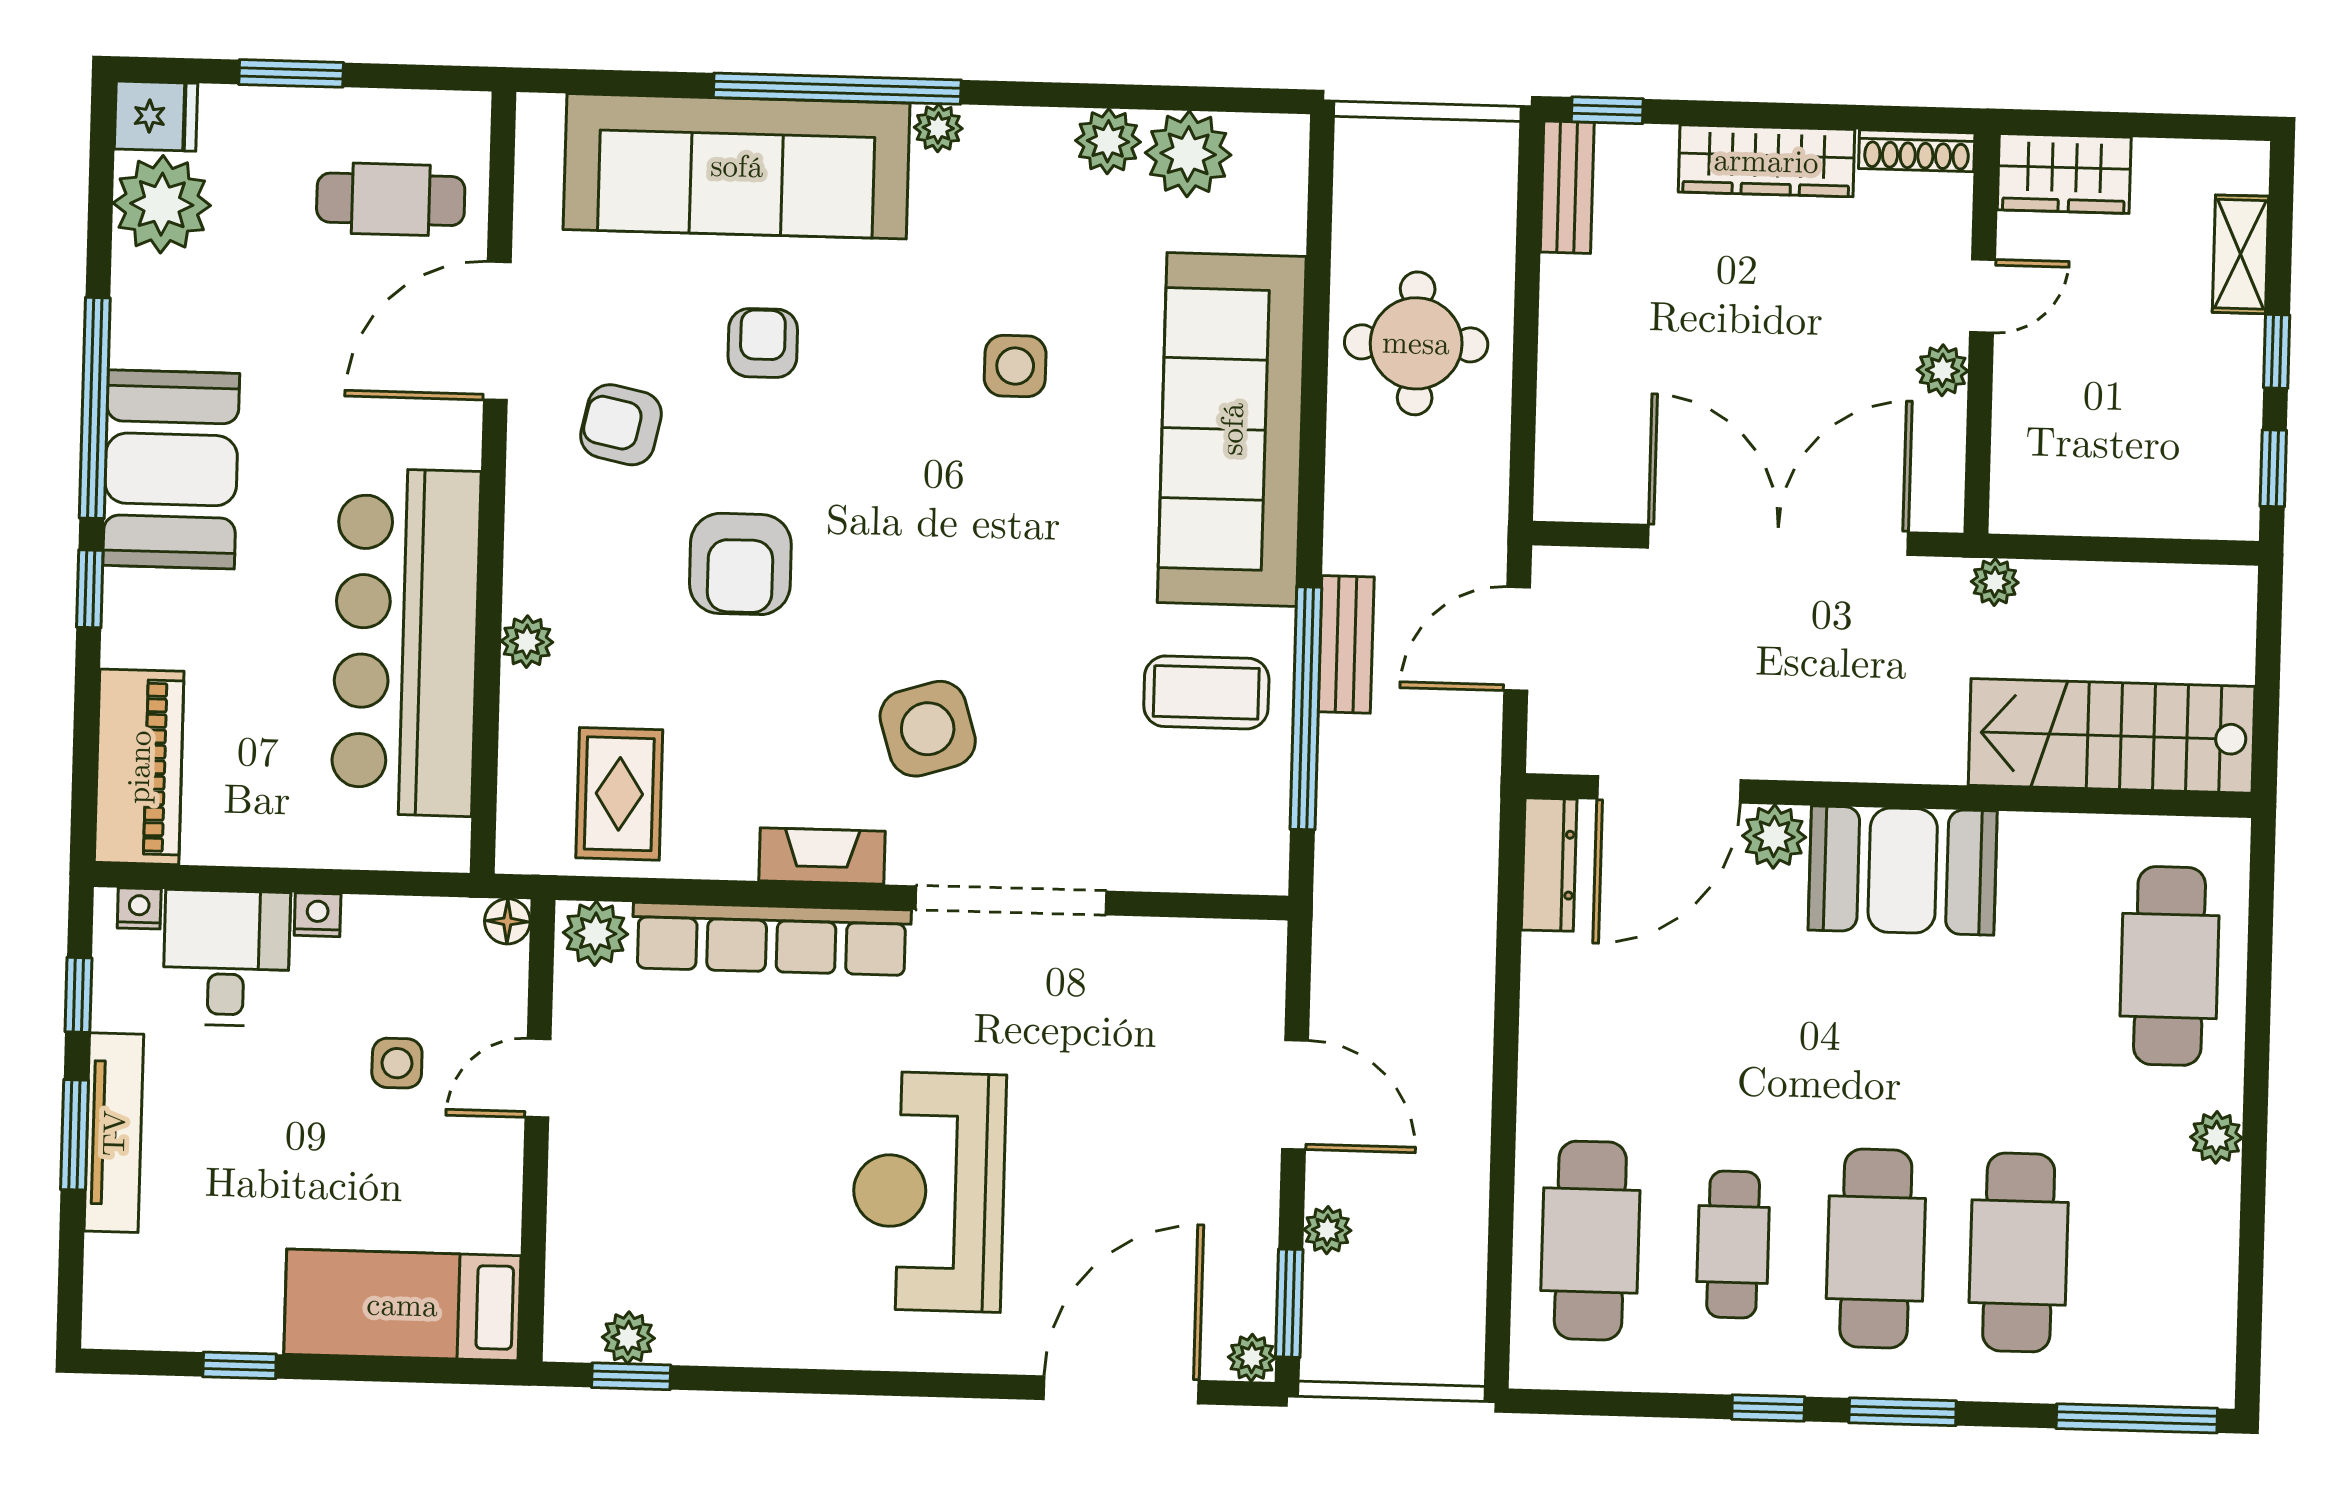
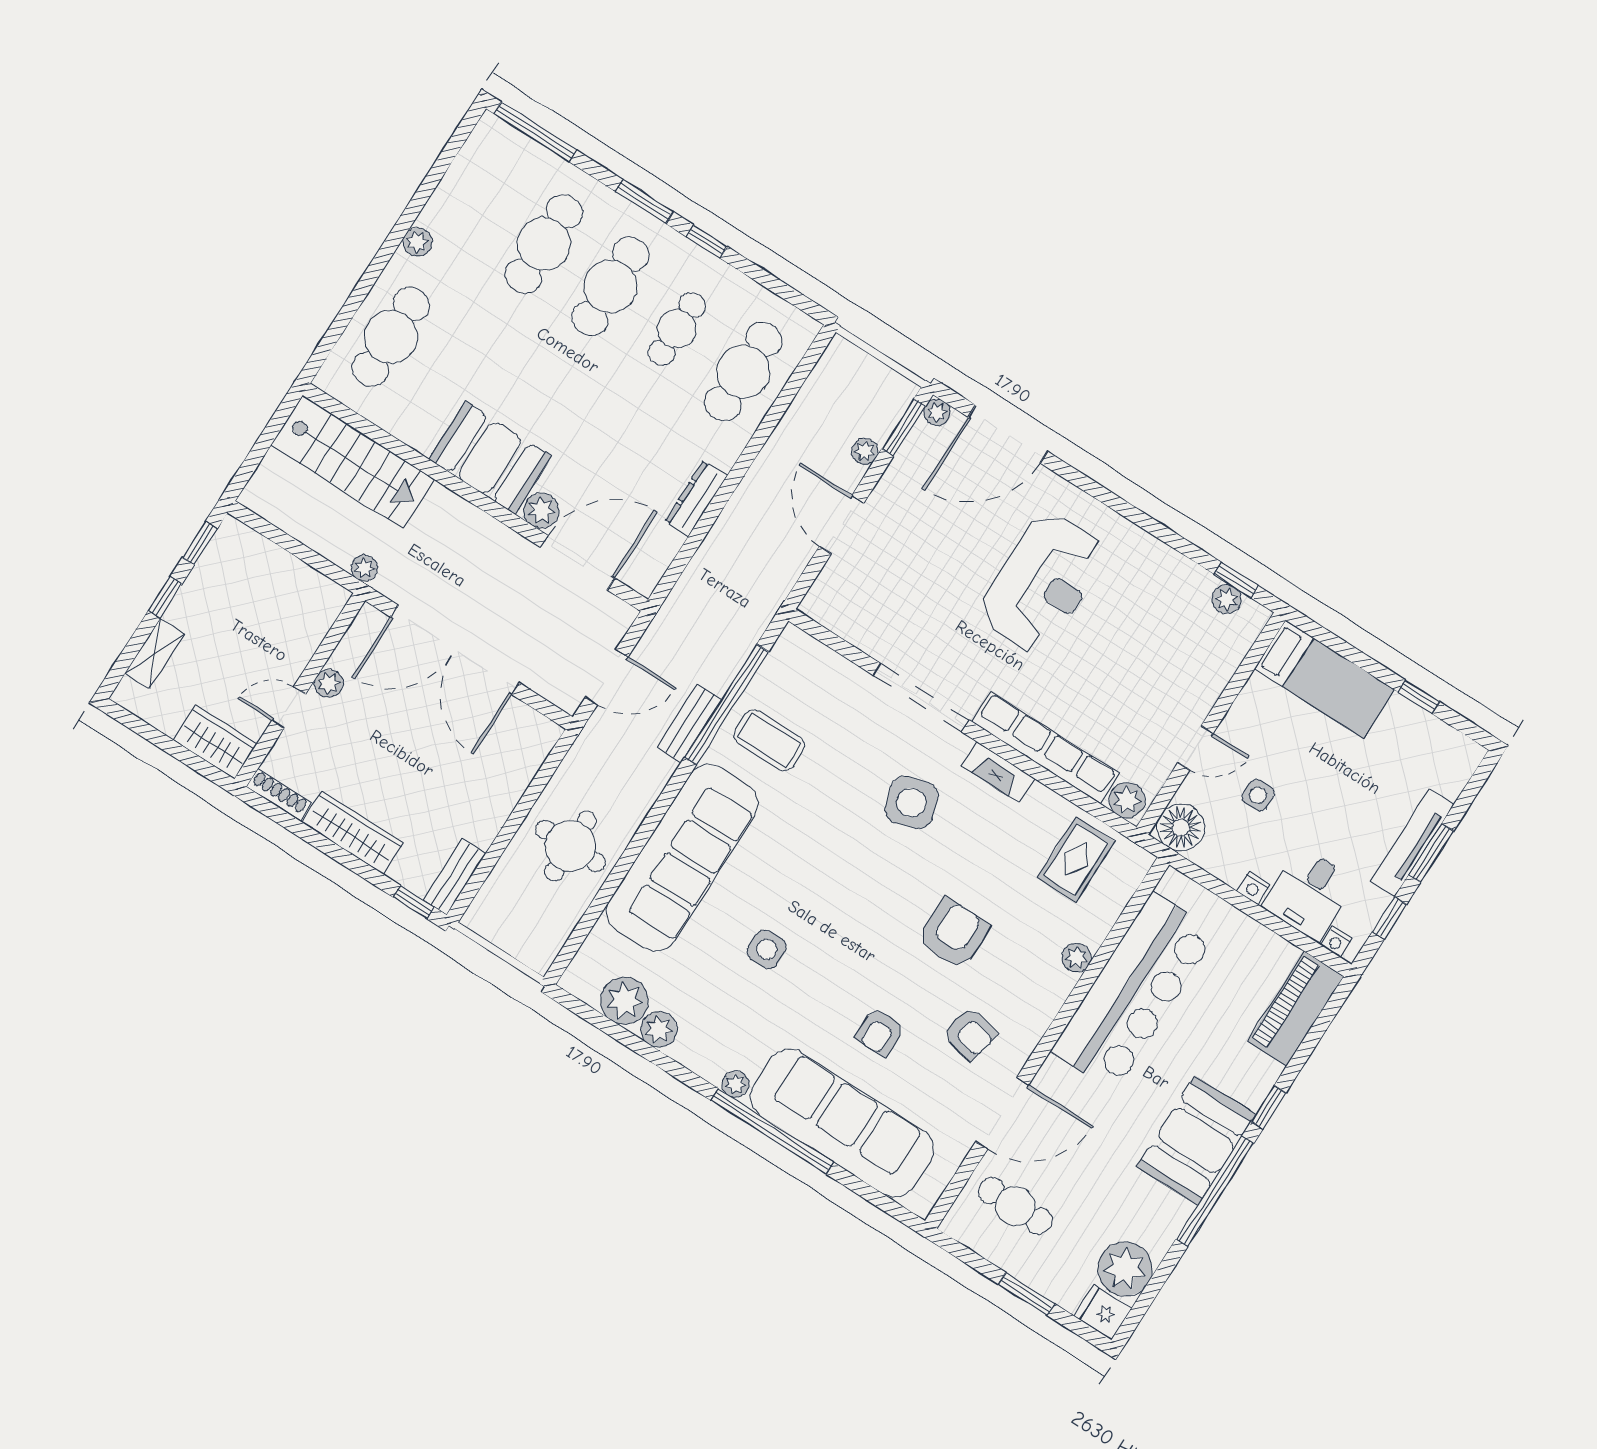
dresser: (1549, 865) -> (696, 498), moved
floor lamp: (507, 921) -> (1181, 827), width x1.89, depth x1.89

